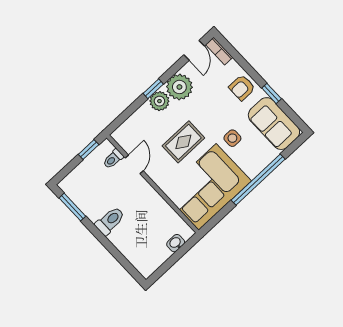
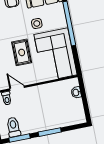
toilet: (110, 221) -> (13, 127), moved
window: (104, 241) -> (50, 132), added

